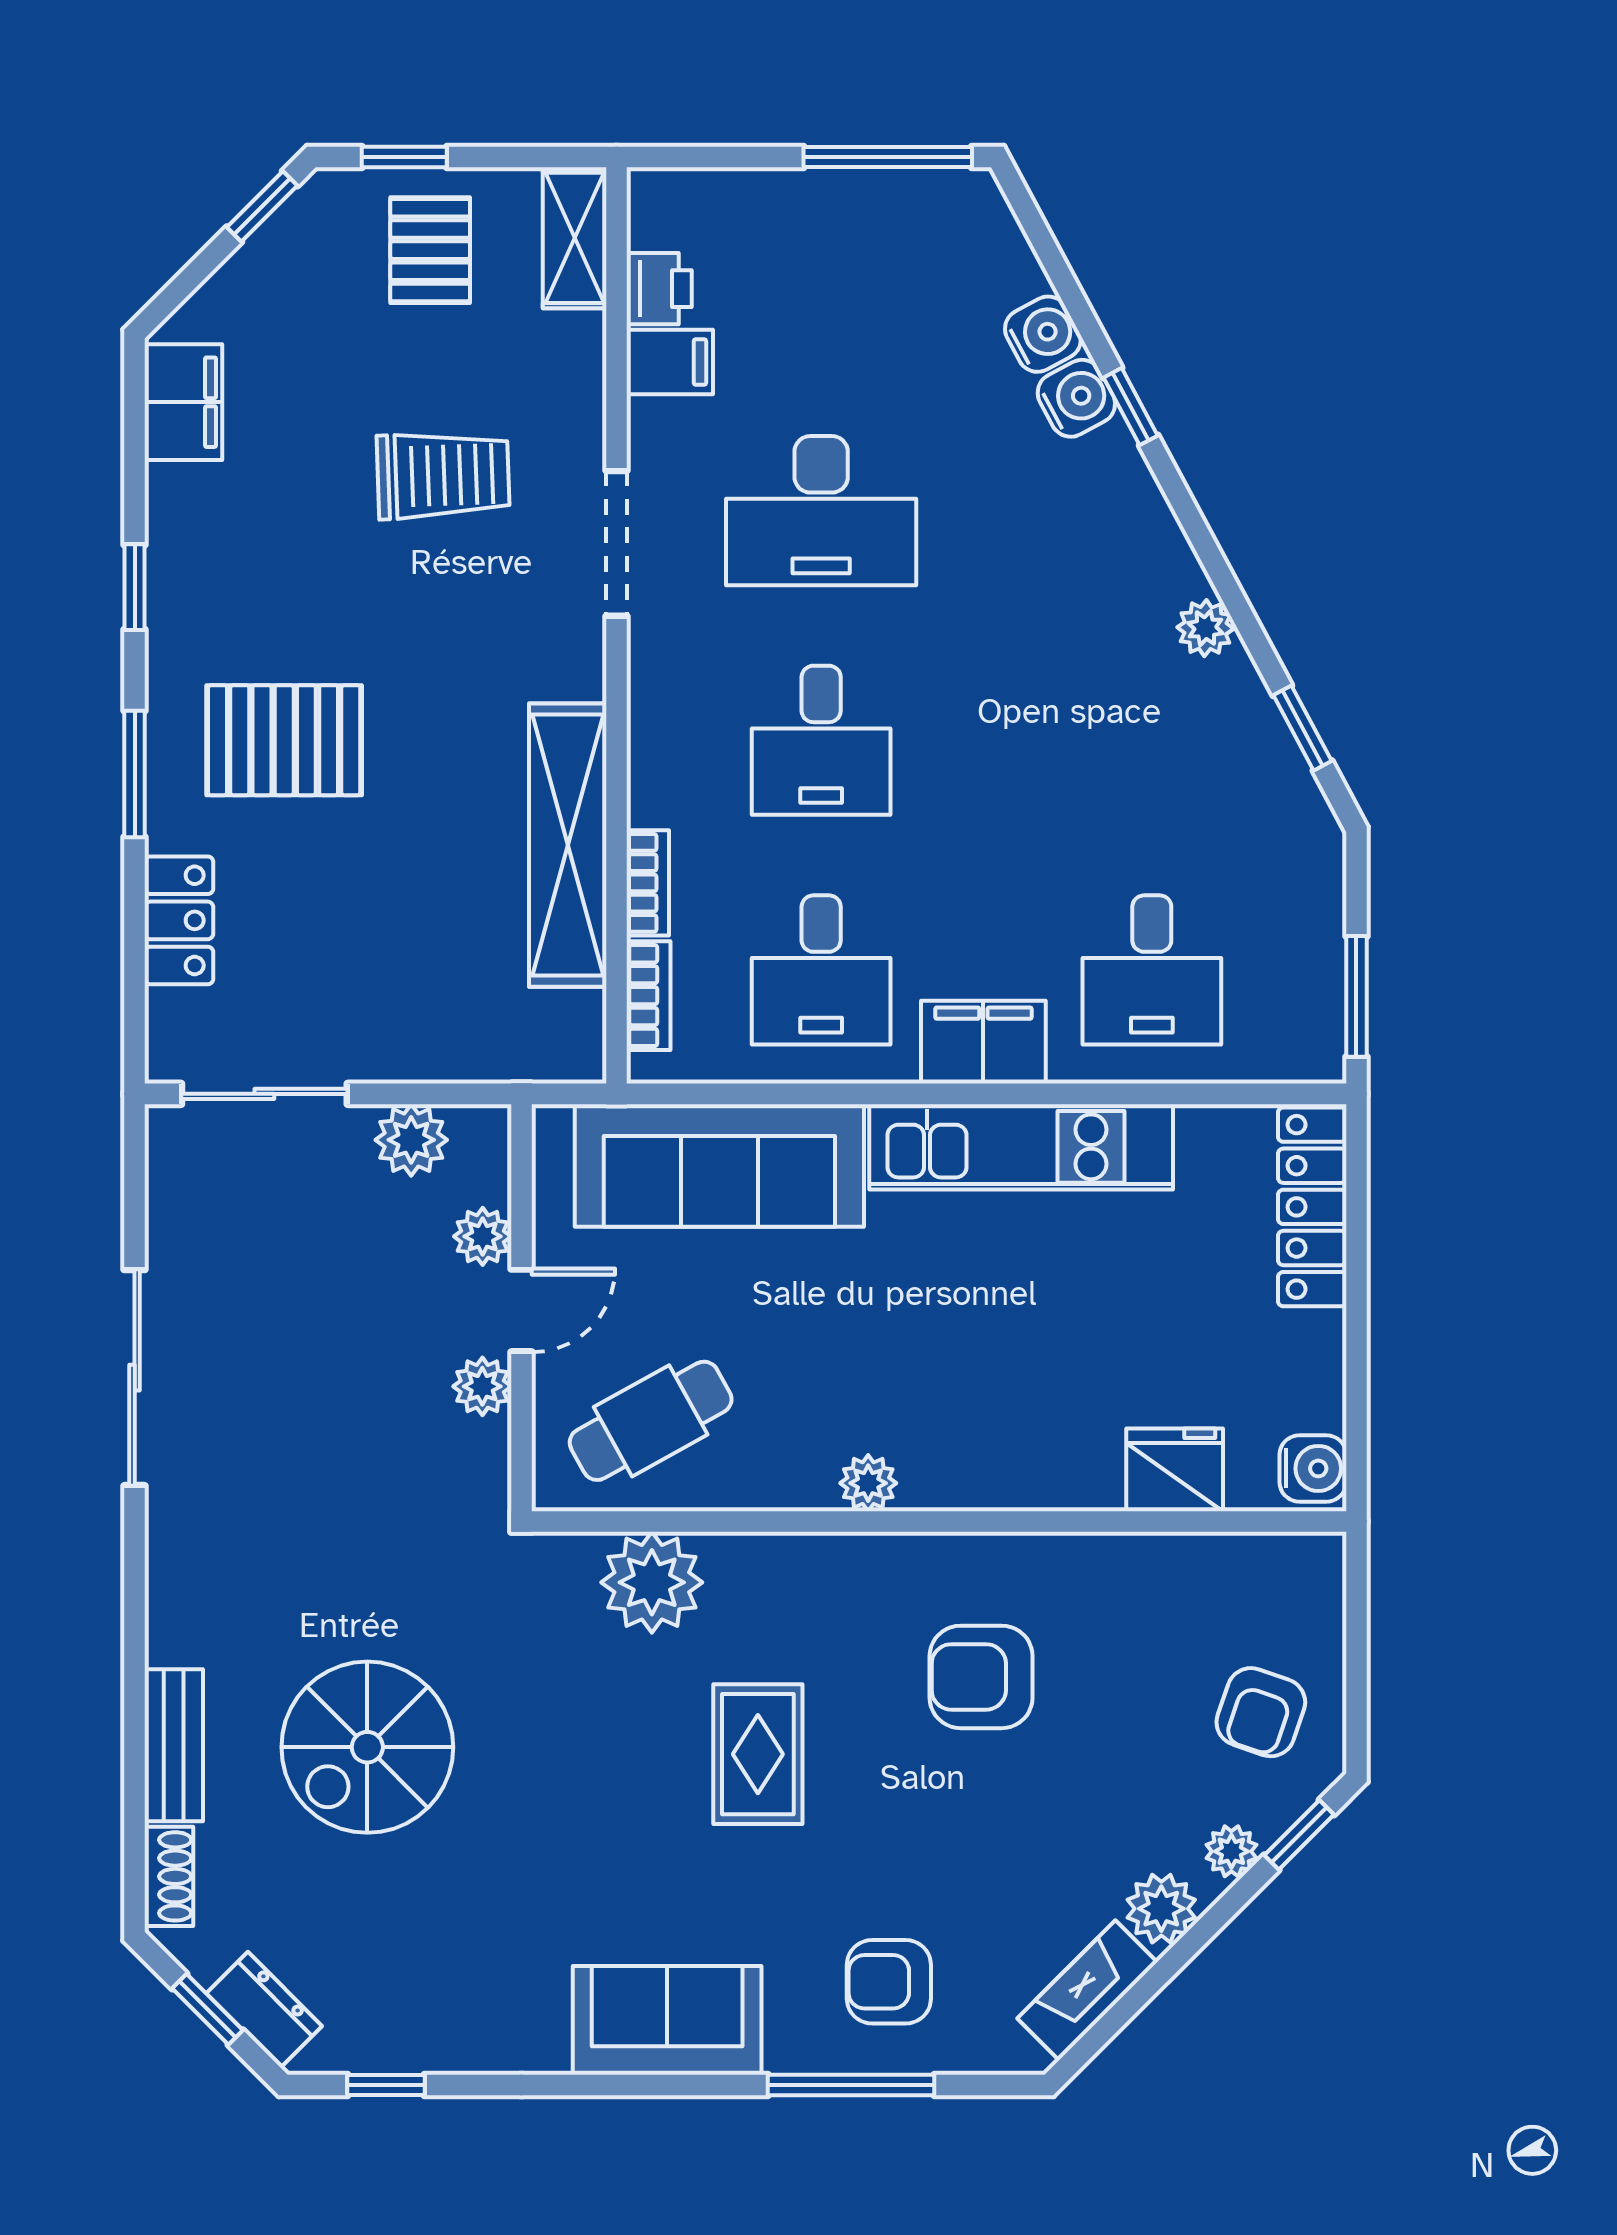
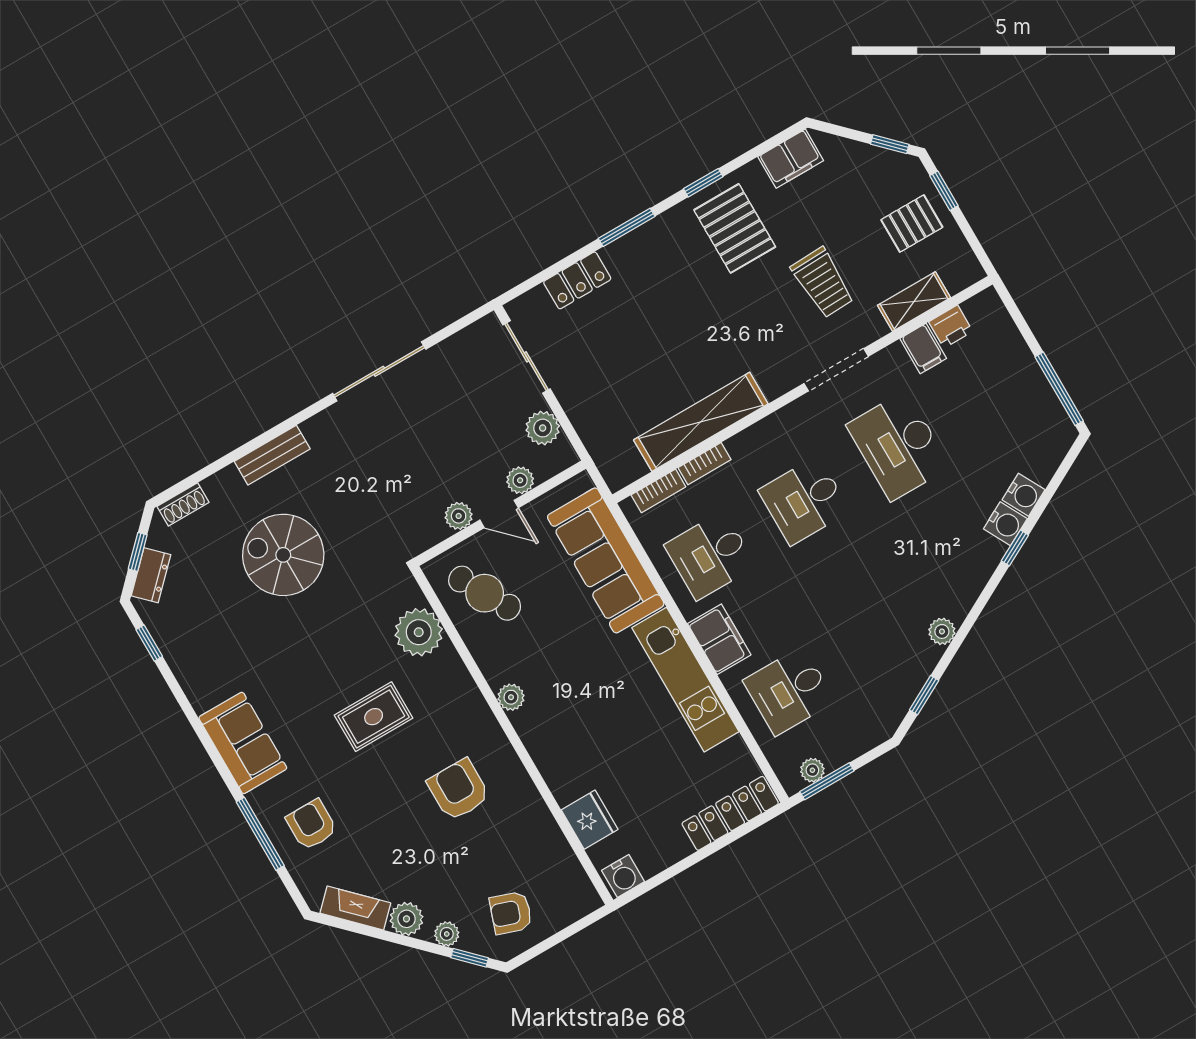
shelving: (575, 238) -> (914, 302), moved
pallet: (284, 740) -> (735, 228), moved
plant: (1321, 1011) -> (812, 770), added
bench: (174, 1745) -> (272, 455), moved

